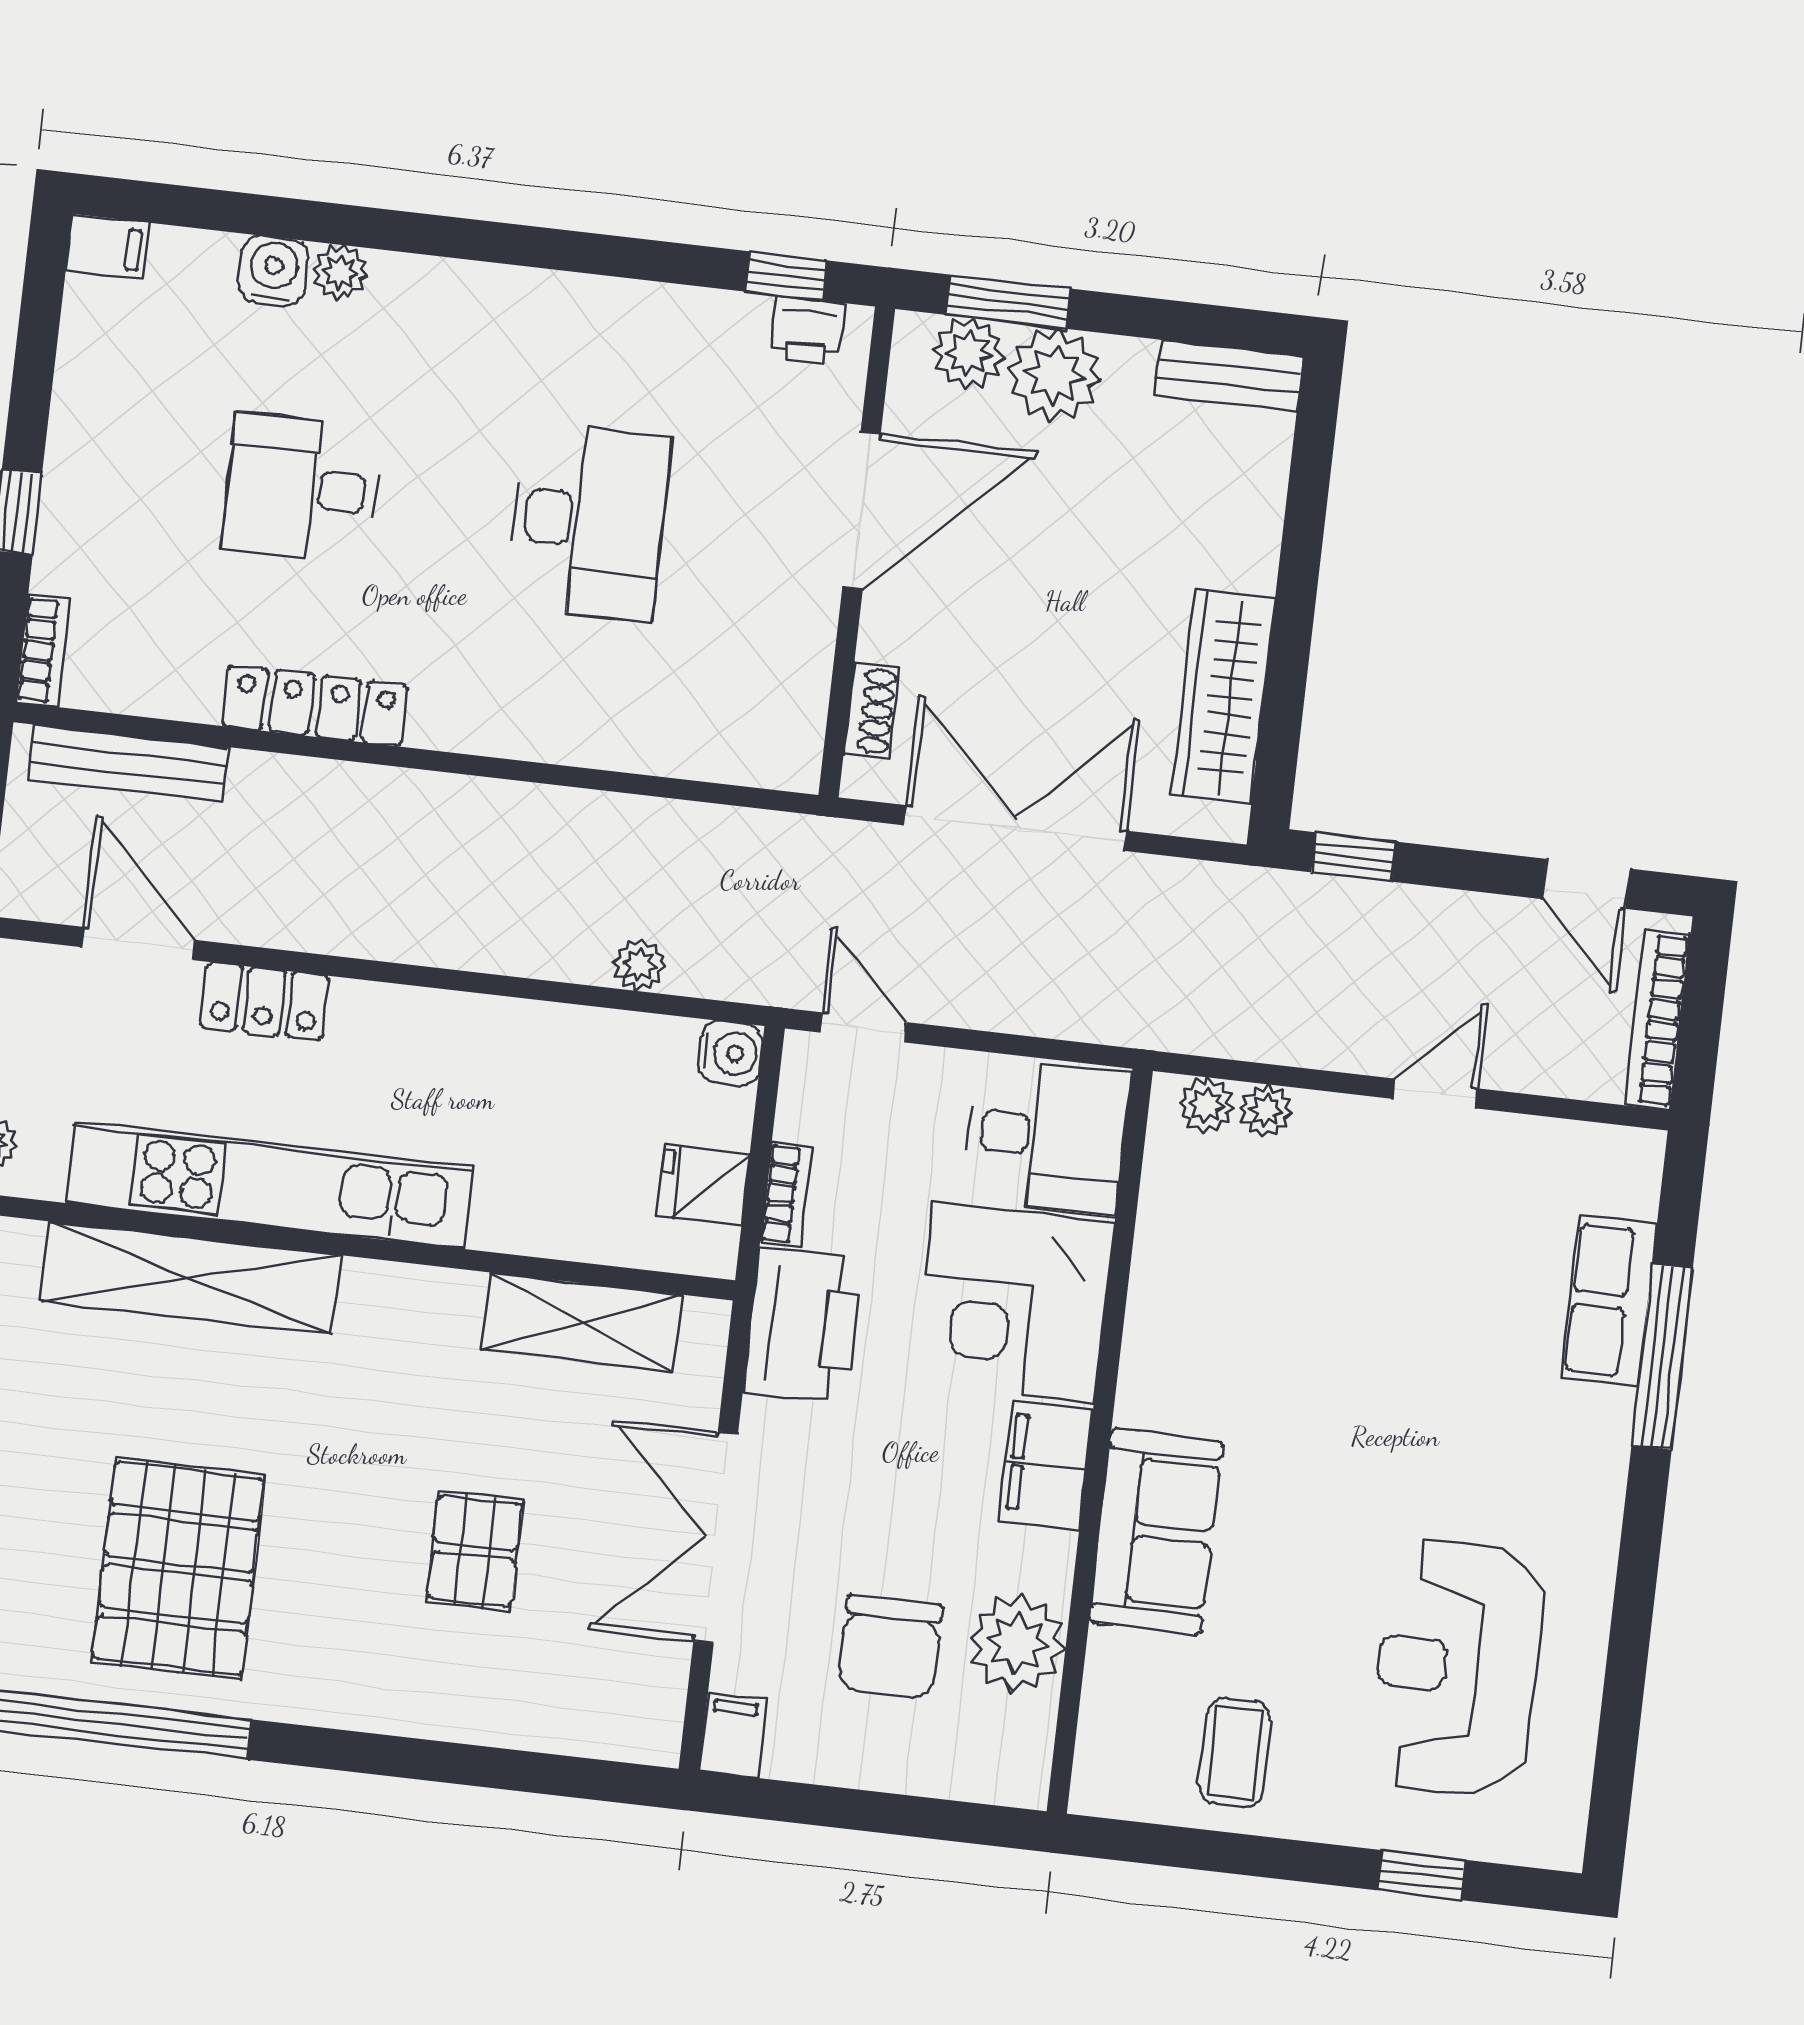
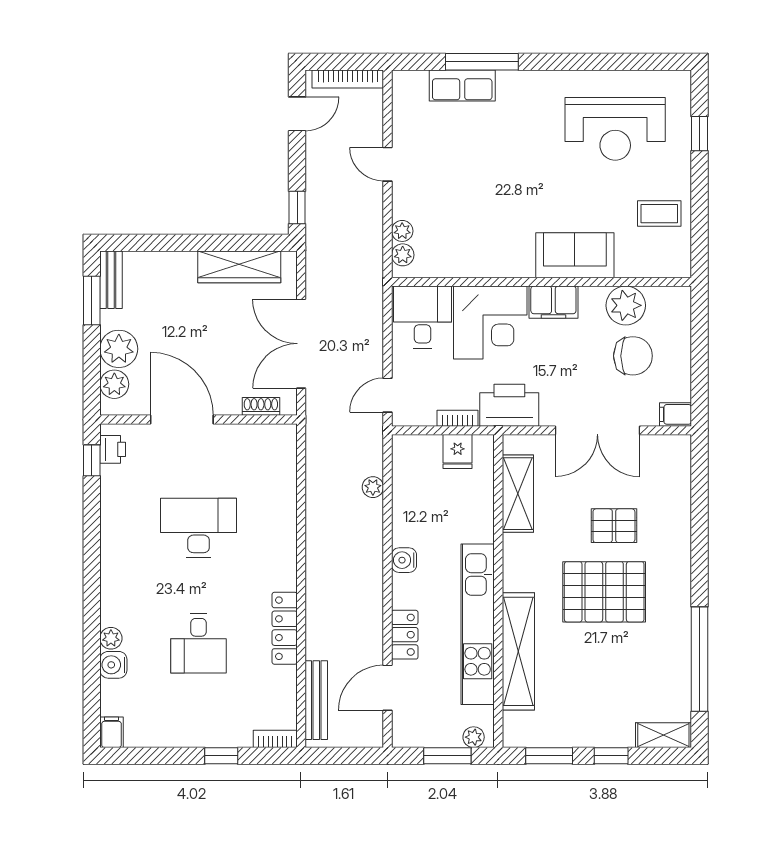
window: (1008, 302) -> (92, 301), moved
water cooler: (730, 1053) -> (404, 560), moved, turned -90
pallet: (178, 1568) -> (604, 592), moved

